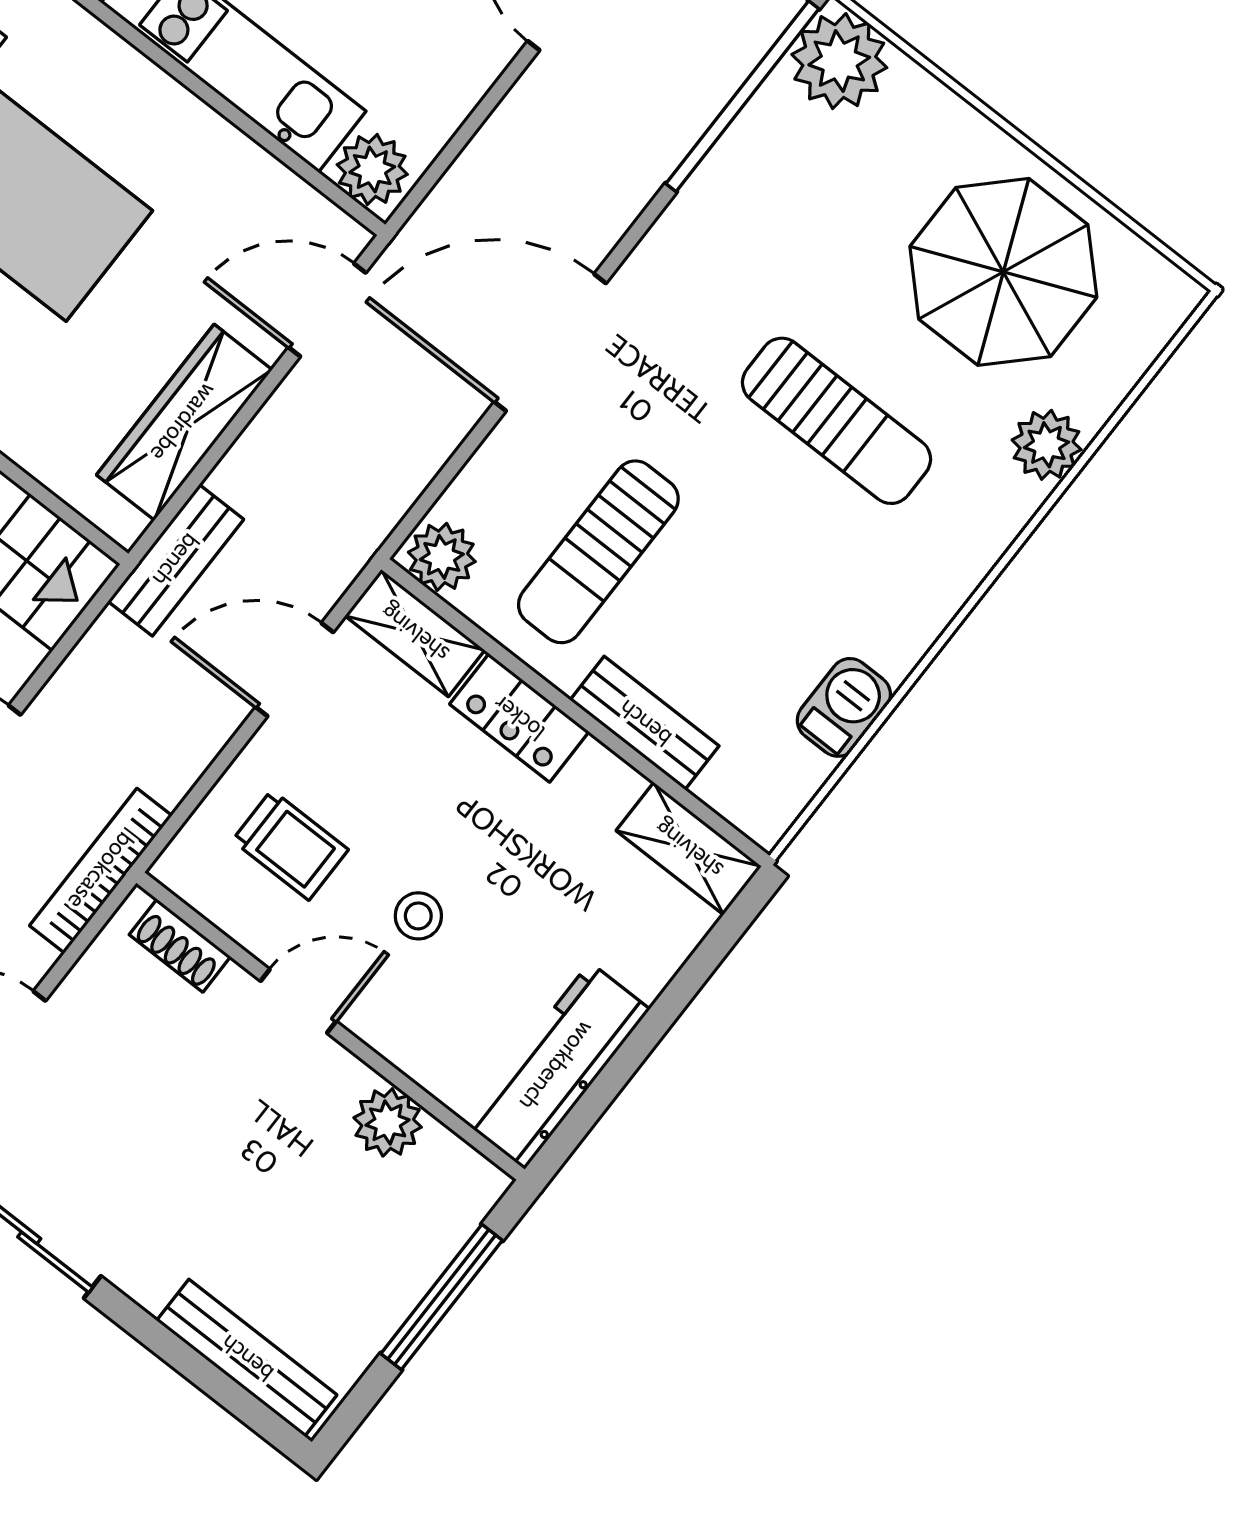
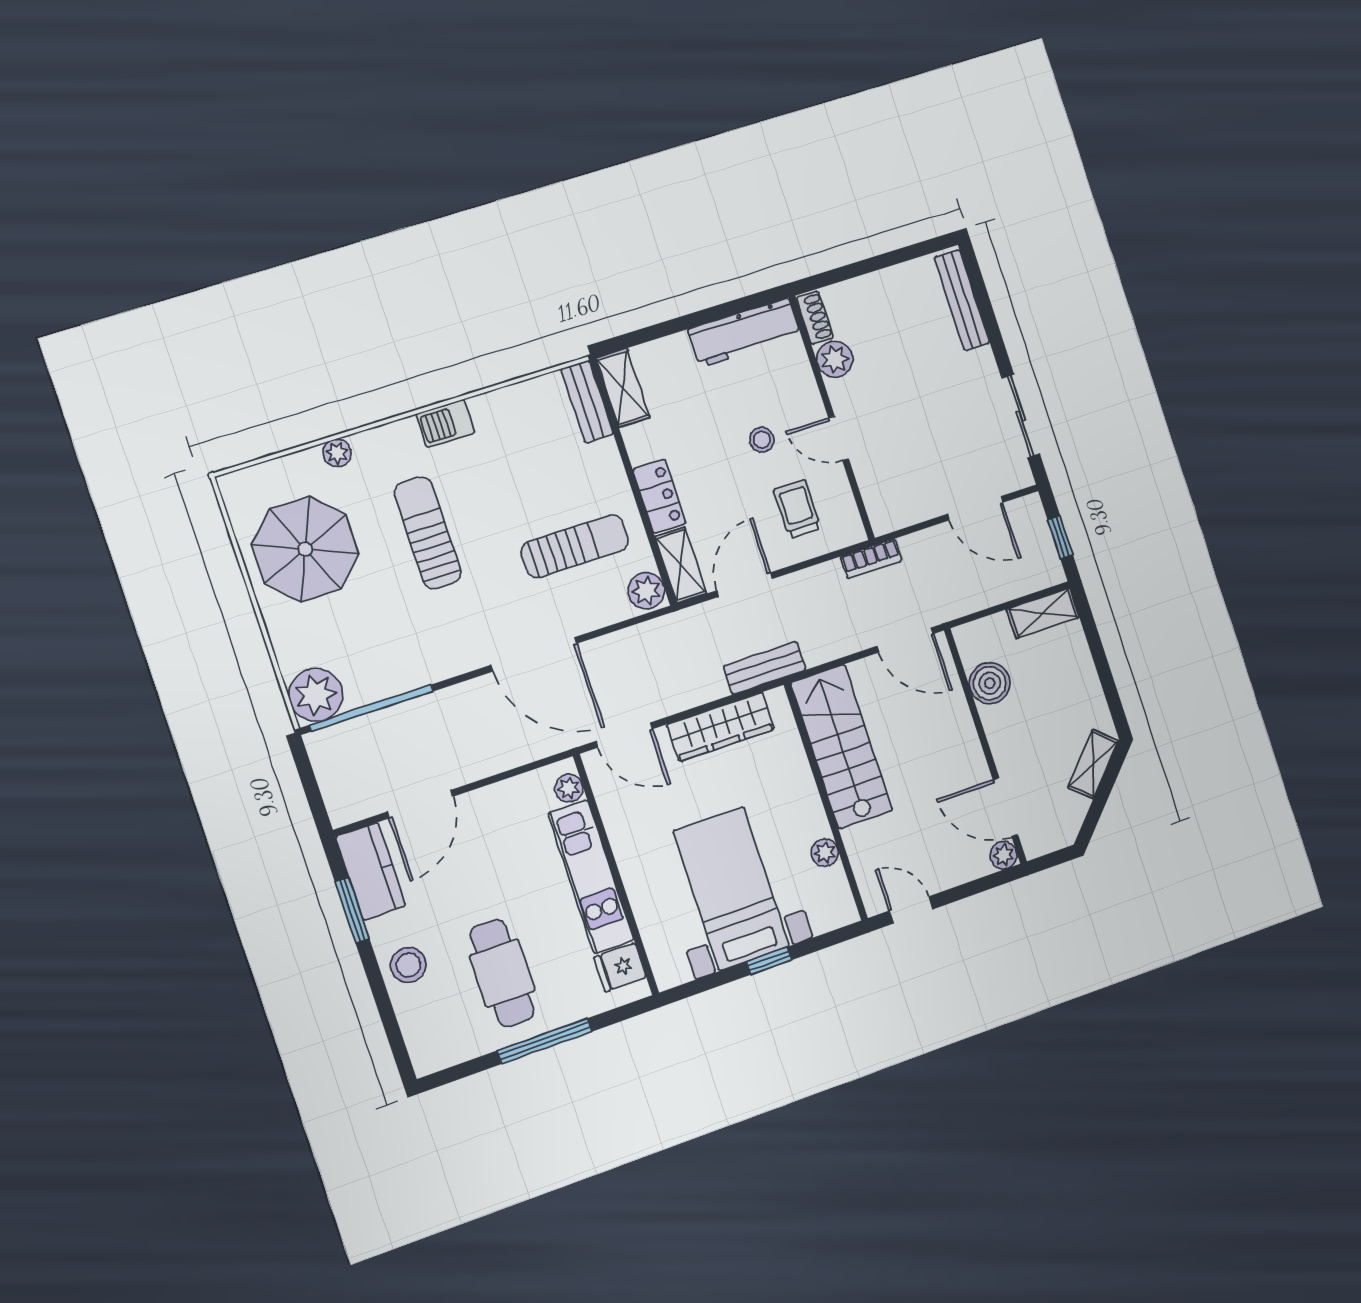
plant: (372, 170) -> (569, 788), width x0.73, depth x0.73
plant: (1047, 445) -> (337, 453), width x0.73, depth x0.73
door: (294, 670) -> (744, 585), swing flipped
barbecue: (844, 707) -> (445, 423), moved
bench: (645, 723) -> (587, 402), moved
bookcase: (101, 871) -> (871, 559), width x0.64
shoe rack: (180, 946) -> (815, 318), moved
window: (442, 1297) -> (861, 268), removed

